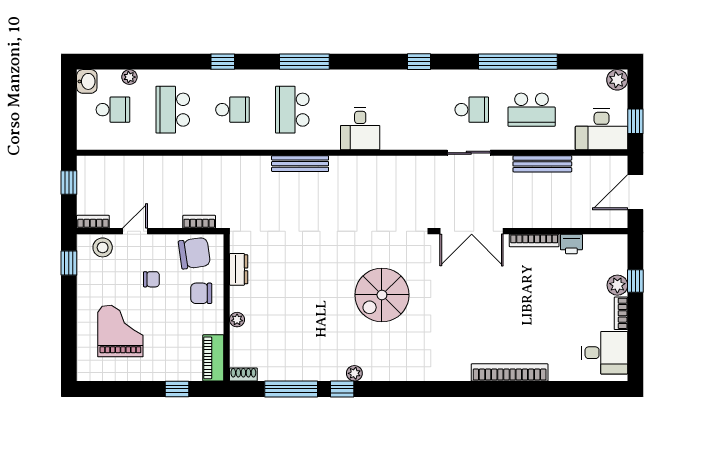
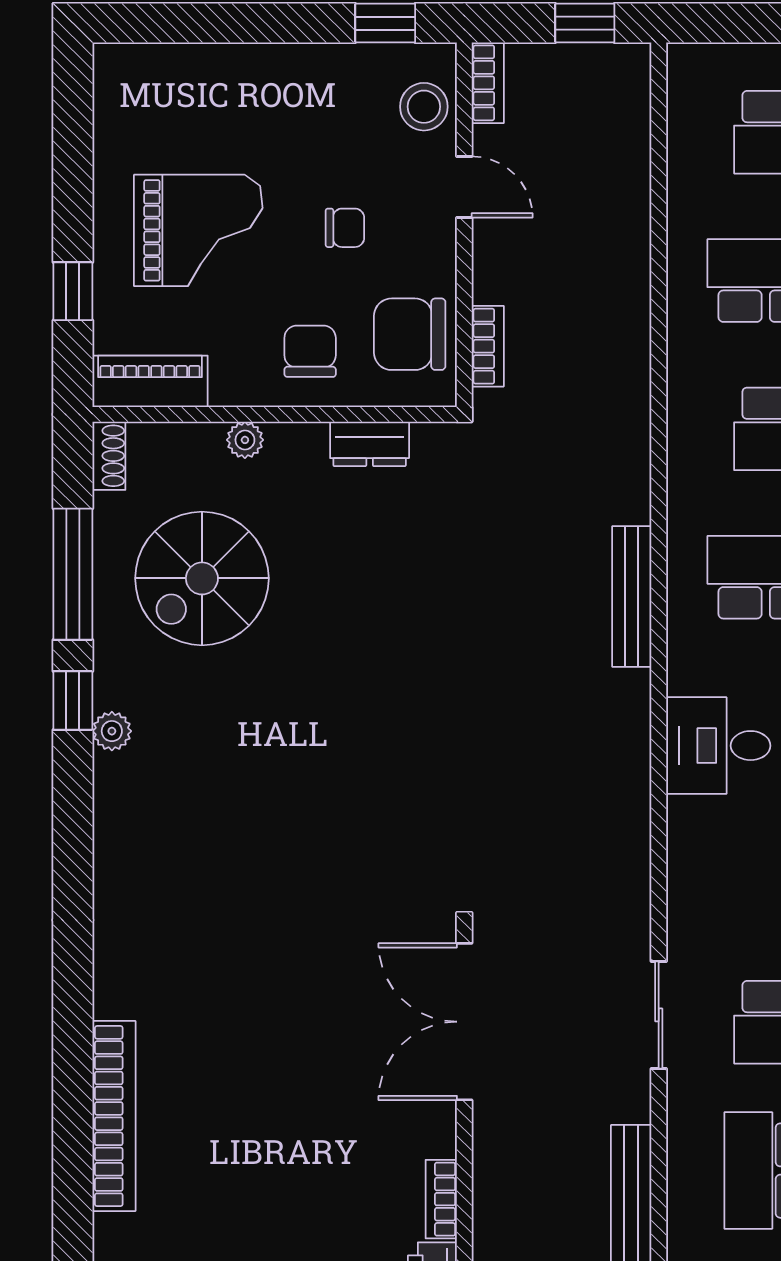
bookcase: (534, 240) -> (441, 1199), width x0.64
chair: (194, 253) -> (410, 334), turned 98
chair: (151, 279) -> (345, 228), turned -90
spiral stairs: (382, 295) -> (202, 578), moved, turned -90
grand piano: (120, 331) -> (198, 230), moved

